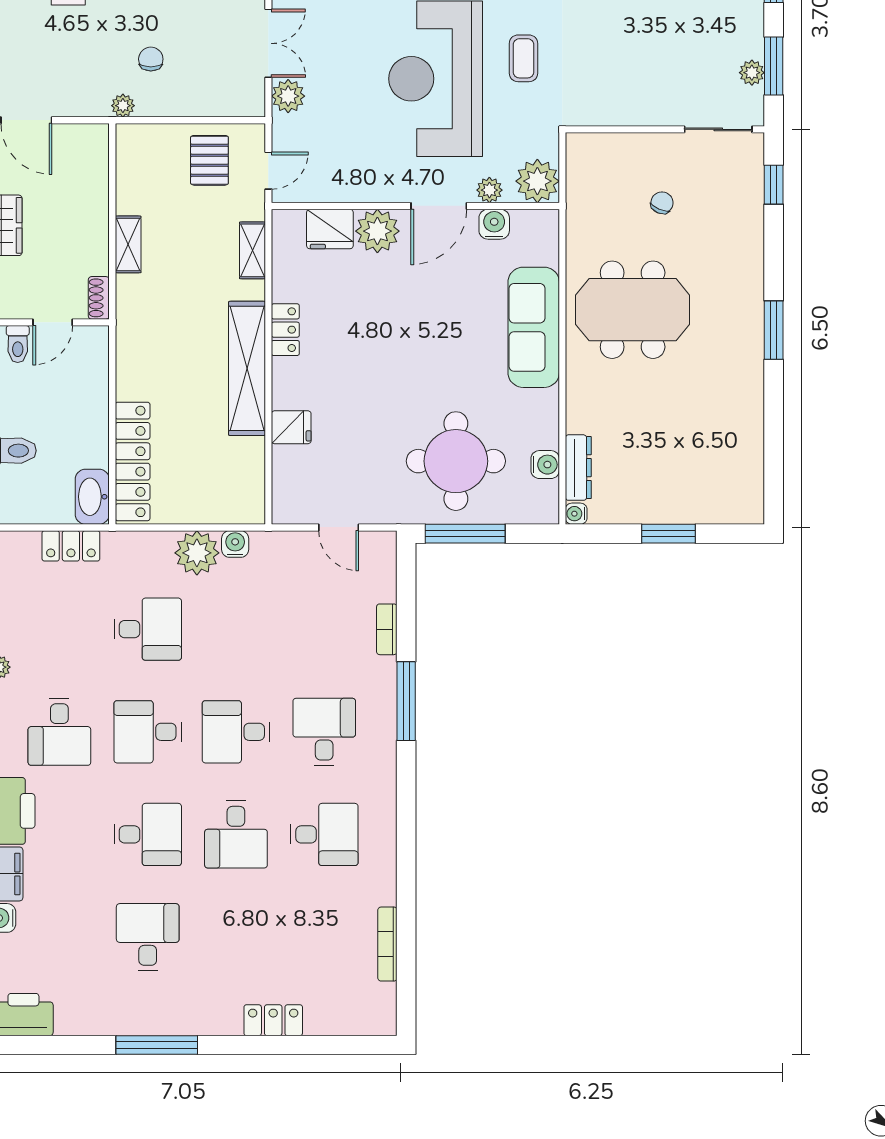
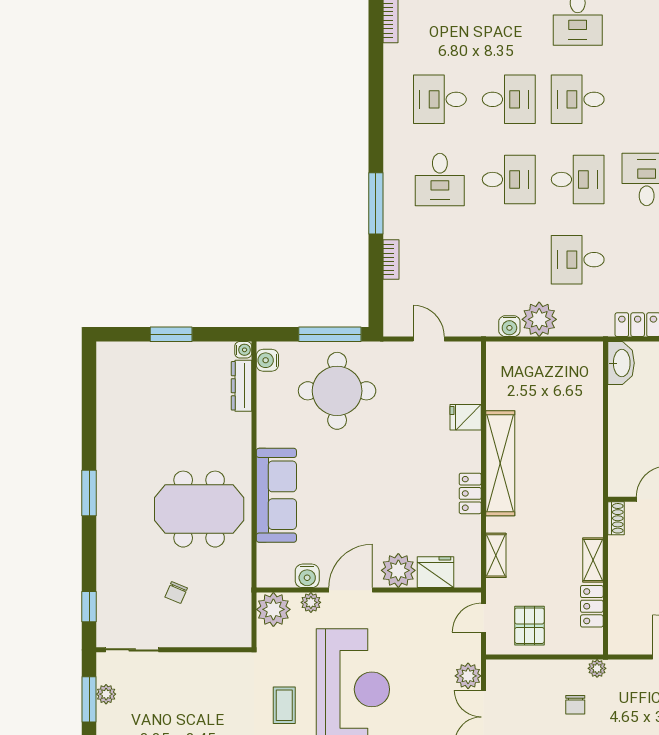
locker: (133, 461) -> (592, 606), moved, width x0.46, depth x0.83
water cooler: (545, 465) -> (267, 360), moved
desk: (236, 834) -> (509, 99), turned 90

